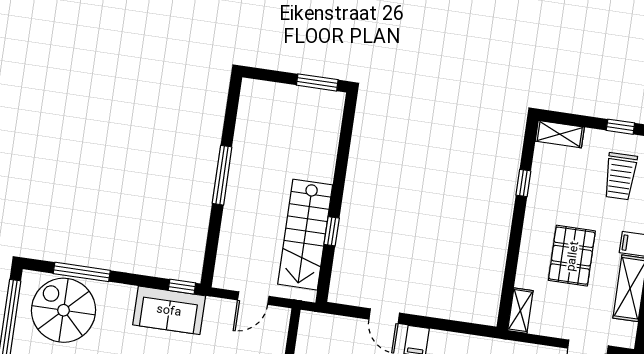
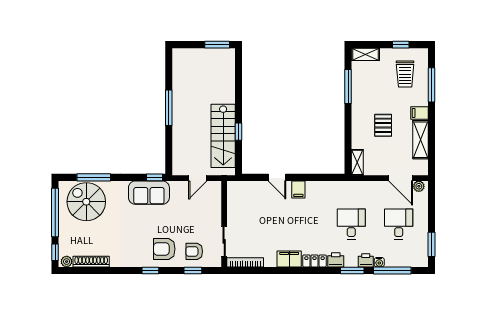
window: (523, 183) -> (348, 86), width x2.17
pallet: (572, 256) -> (383, 125), width x0.67, depth x0.71

